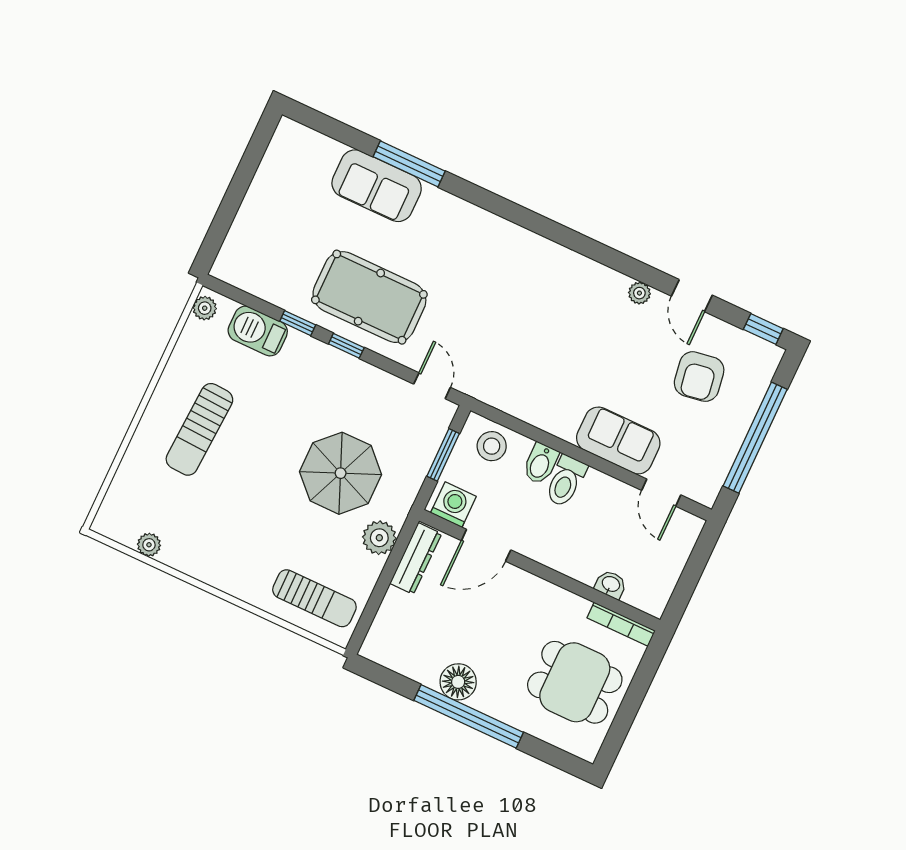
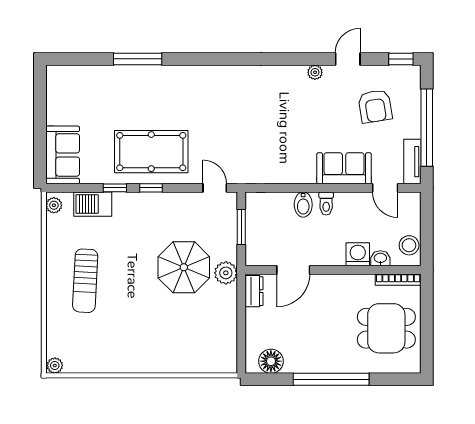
sofa: (377, 186) -> (63, 155), moved, turned -90
door: (692, 296) -> (348, 59), swing flipped
stool: (492, 446) -> (409, 245), moved
tv unit: (714, 474) -> (412, 162), added
toilet: (566, 481) -> (326, 203), width x0.73, depth x0.72
washing machine: (453, 505) -> (358, 254), moved
plant: (379, 538) -> (226, 273), moved
plant: (149, 545) -> (55, 366), moved
dresser: (416, 559) -> (254, 291), width x0.70
sun lounger: (314, 598) -> (203, 351), removed
floor lamp: (458, 682) -> (271, 361), moved

